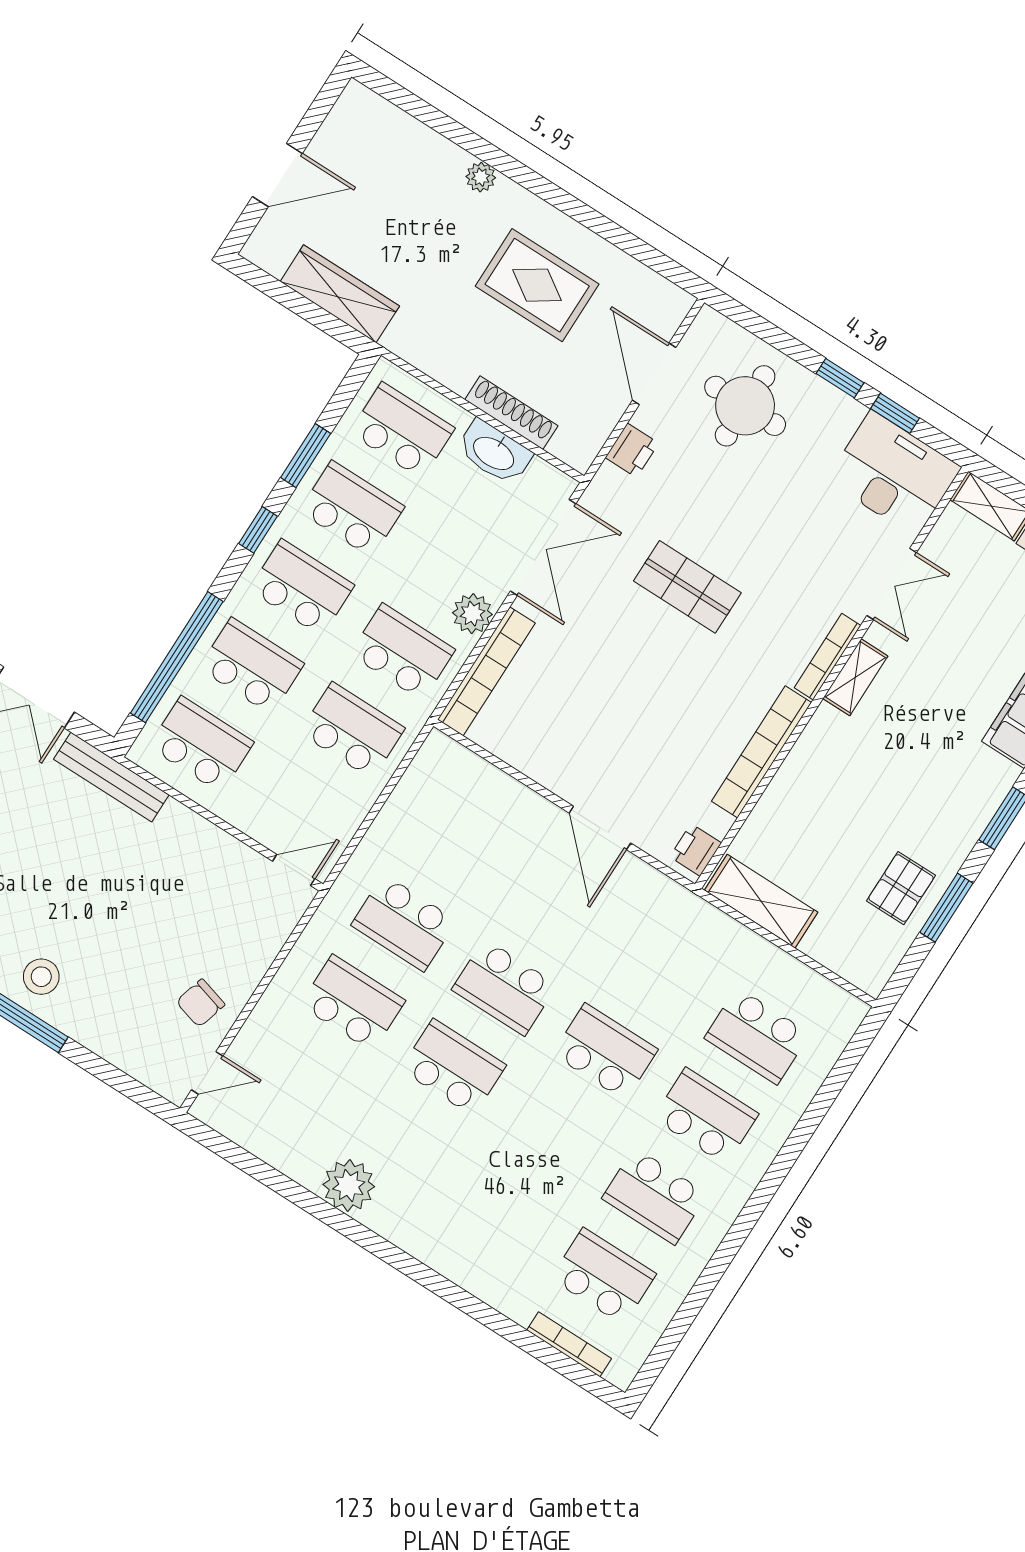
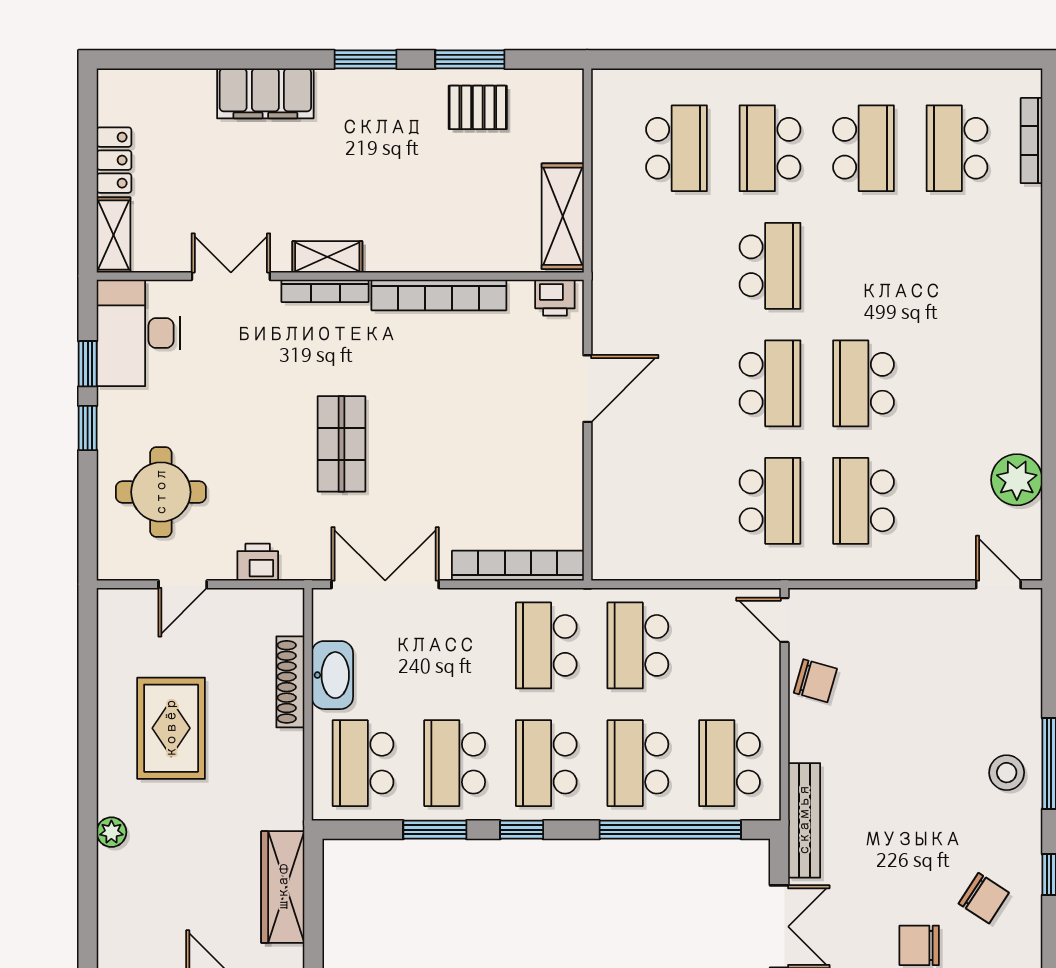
door: (654, 374) -> (183, 584), width x0.73
plant: (472, 614) -> (477, 608), removed
chair: (201, 1003) -> (815, 681), moved
school desk: (605, 1052) -> (770, 266), turned 180
plant: (349, 1186) -> (1017, 480), moved

